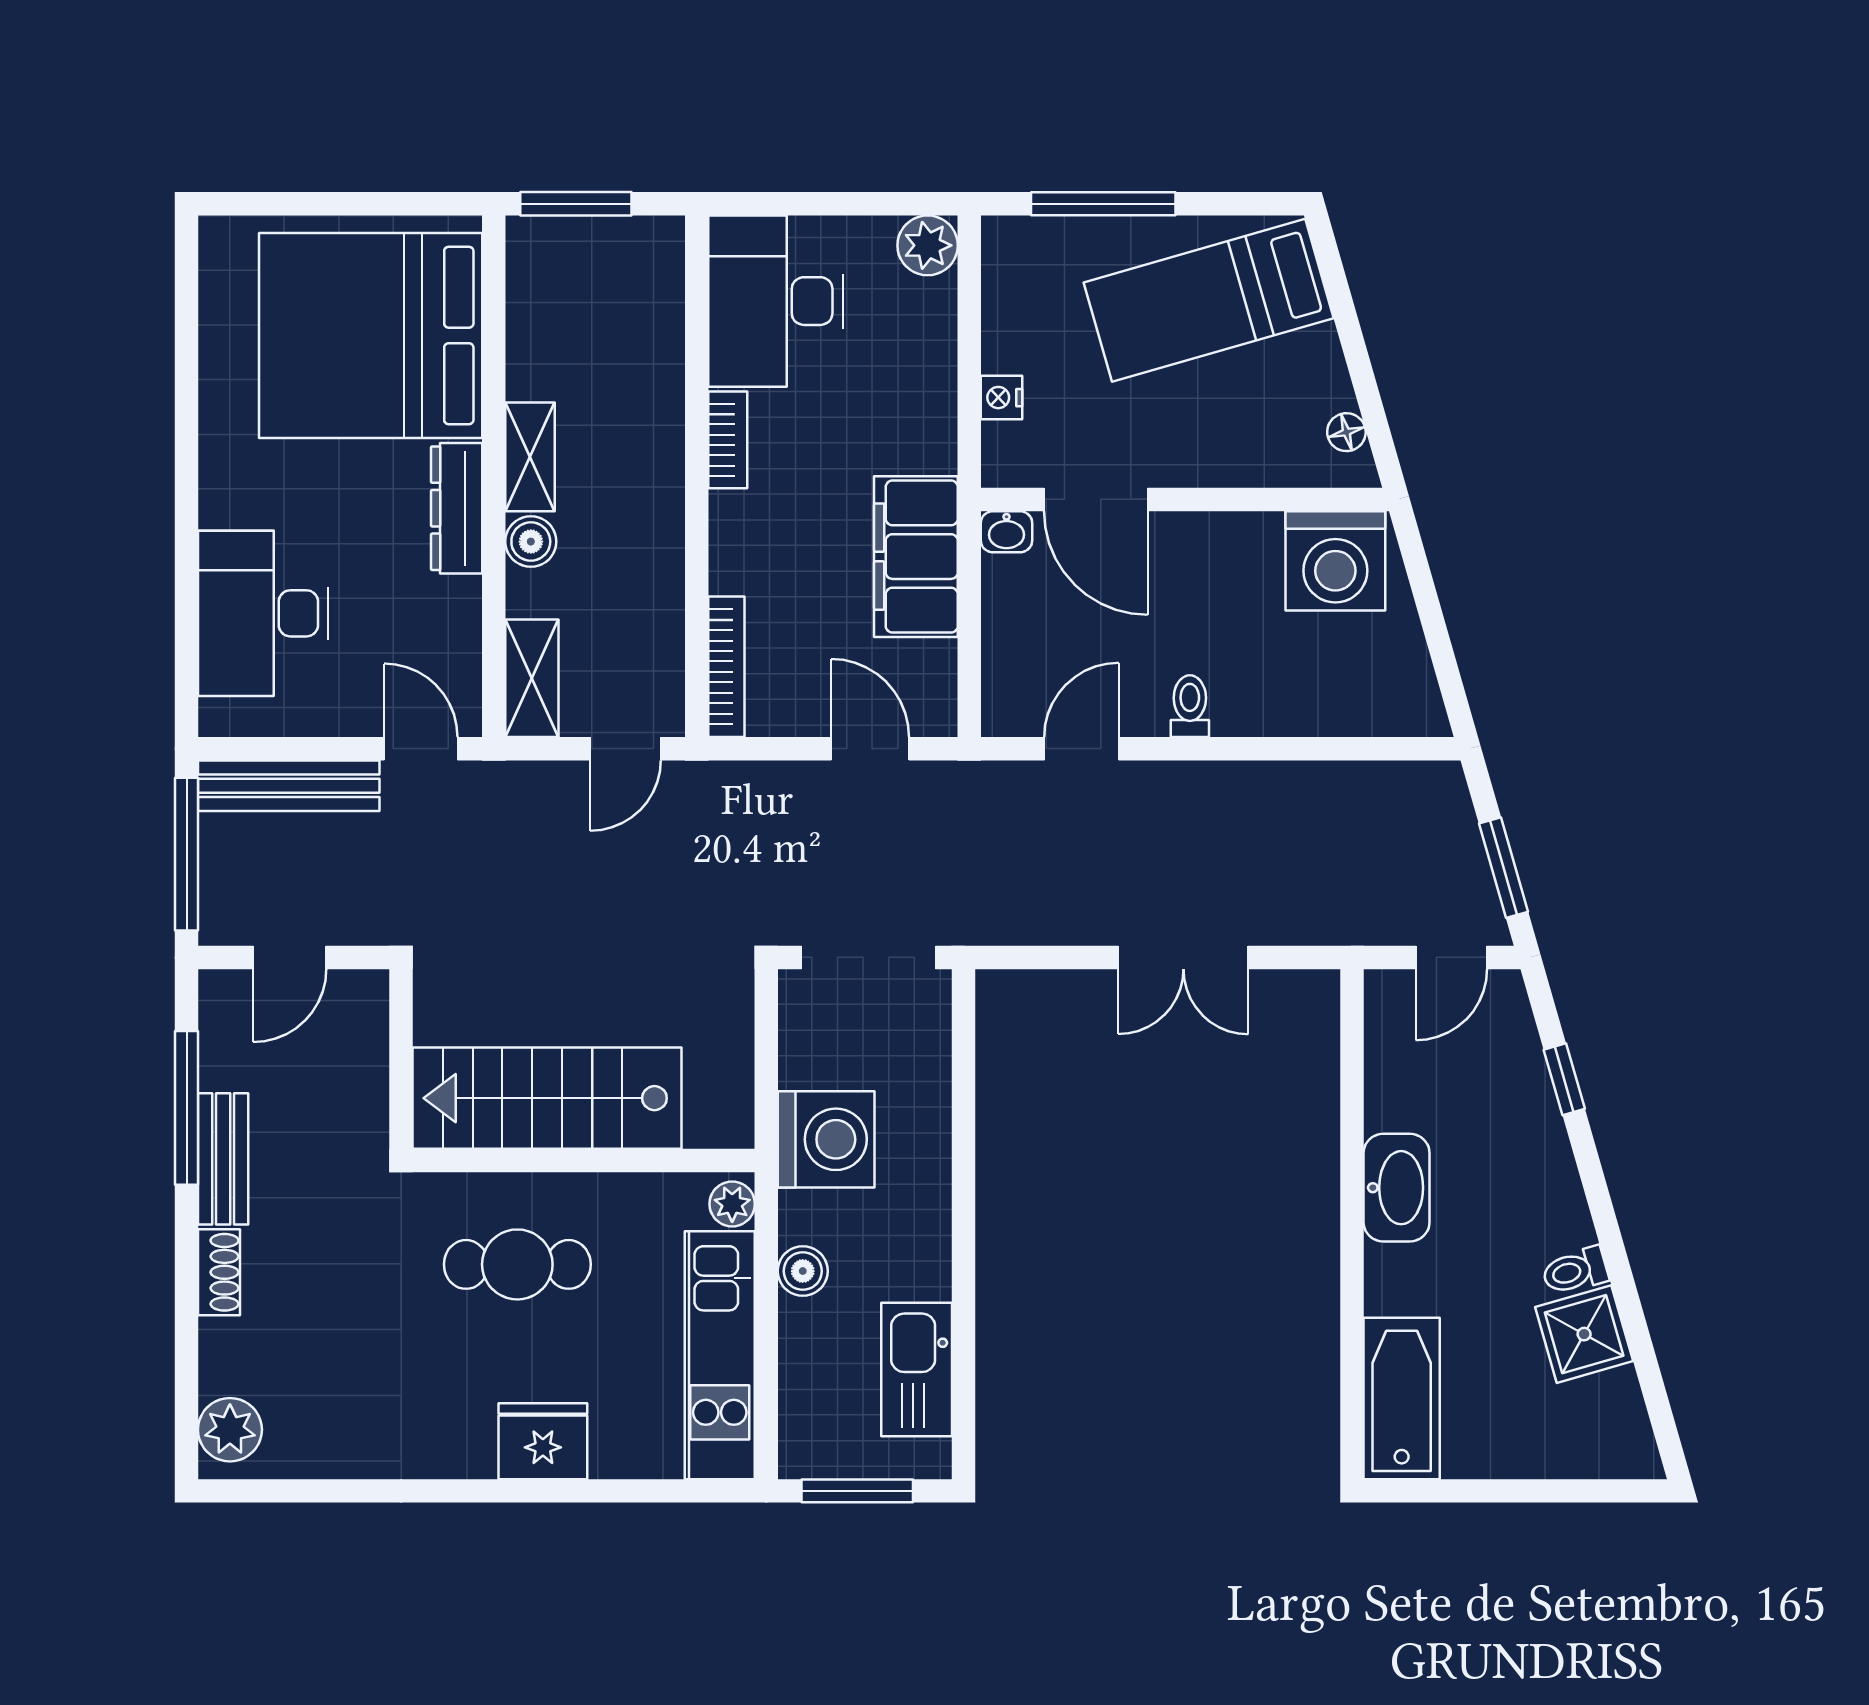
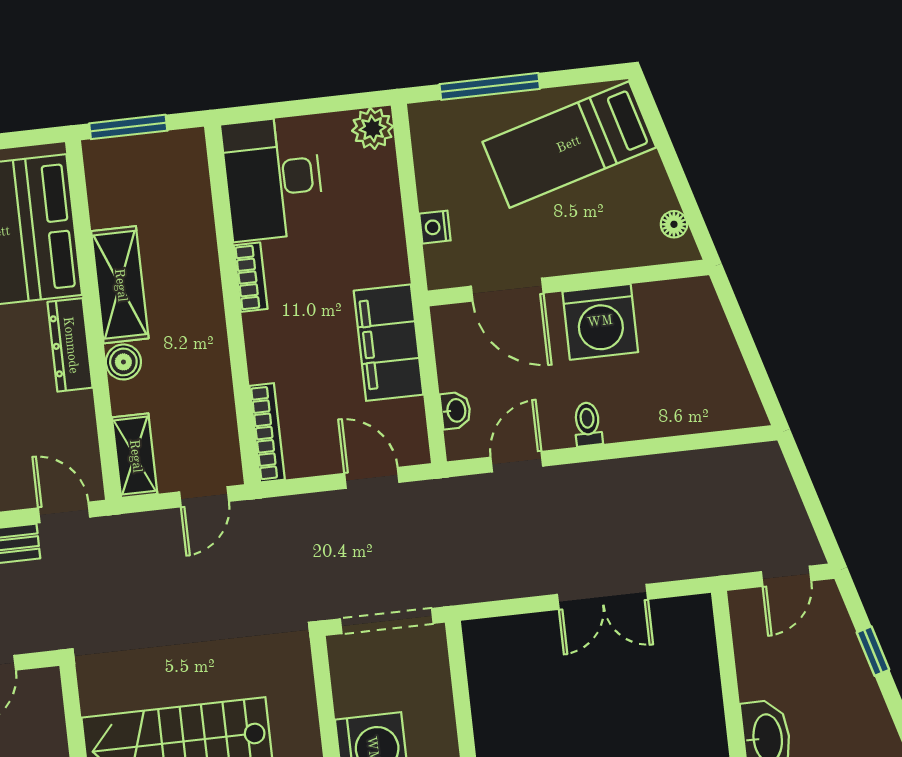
shelving: (530, 457) -> (120, 285), width x1.50, depth x1.33
washbasin: (1006, 532) -> (456, 410), moved, turned -90
washing machine: (1335, 561) -> (600, 322), moved
window: (1503, 868) -> (815, 511), removed

